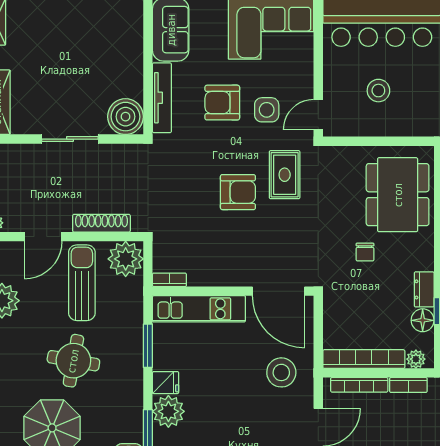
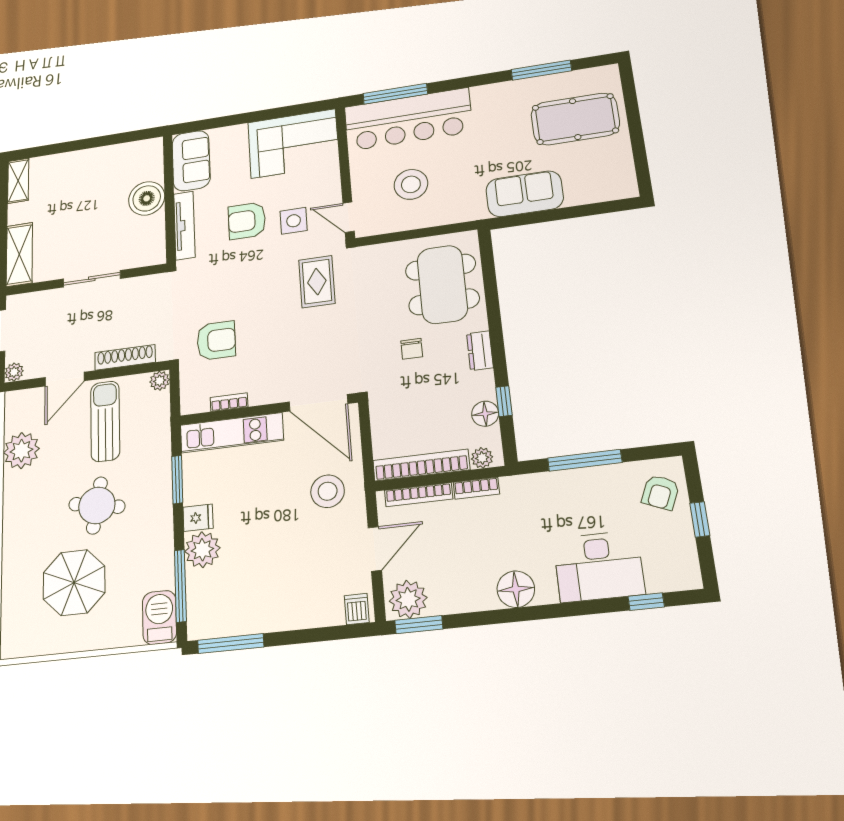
stool: (378, 91) -> (411, 184), width x1.38, depth x1.38
door: (318, 115) -> (349, 217), hinge flipped
boiler: (125, 117) -> (147, 198), moved
armchair: (238, 192) -> (216, 341), moved
plant: (126, 259) -> (160, 381), width x0.53, depth x0.53
bookcase: (169, 280) -> (229, 402), moved
dresser: (424, 289) -> (480, 351), moved

